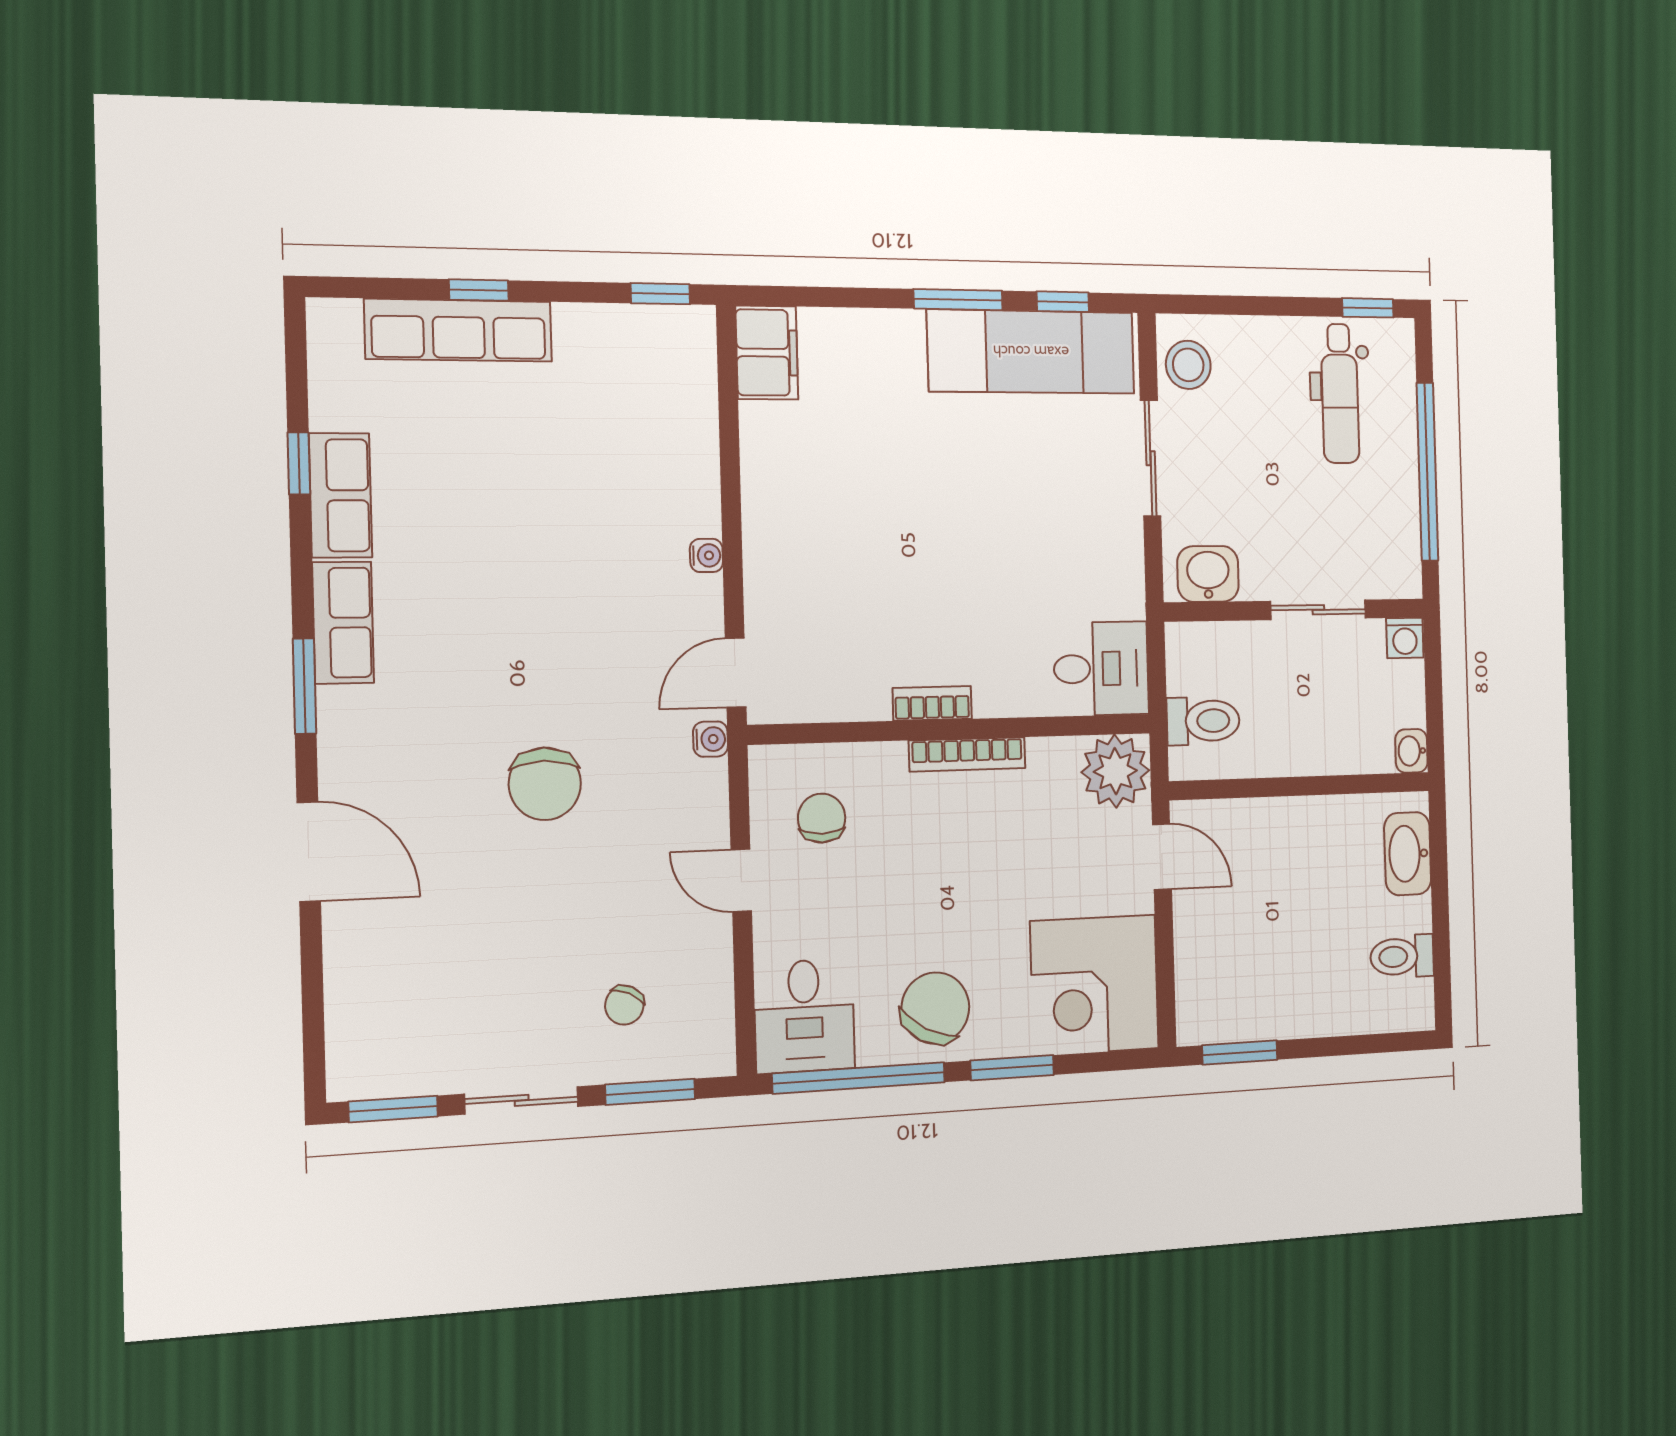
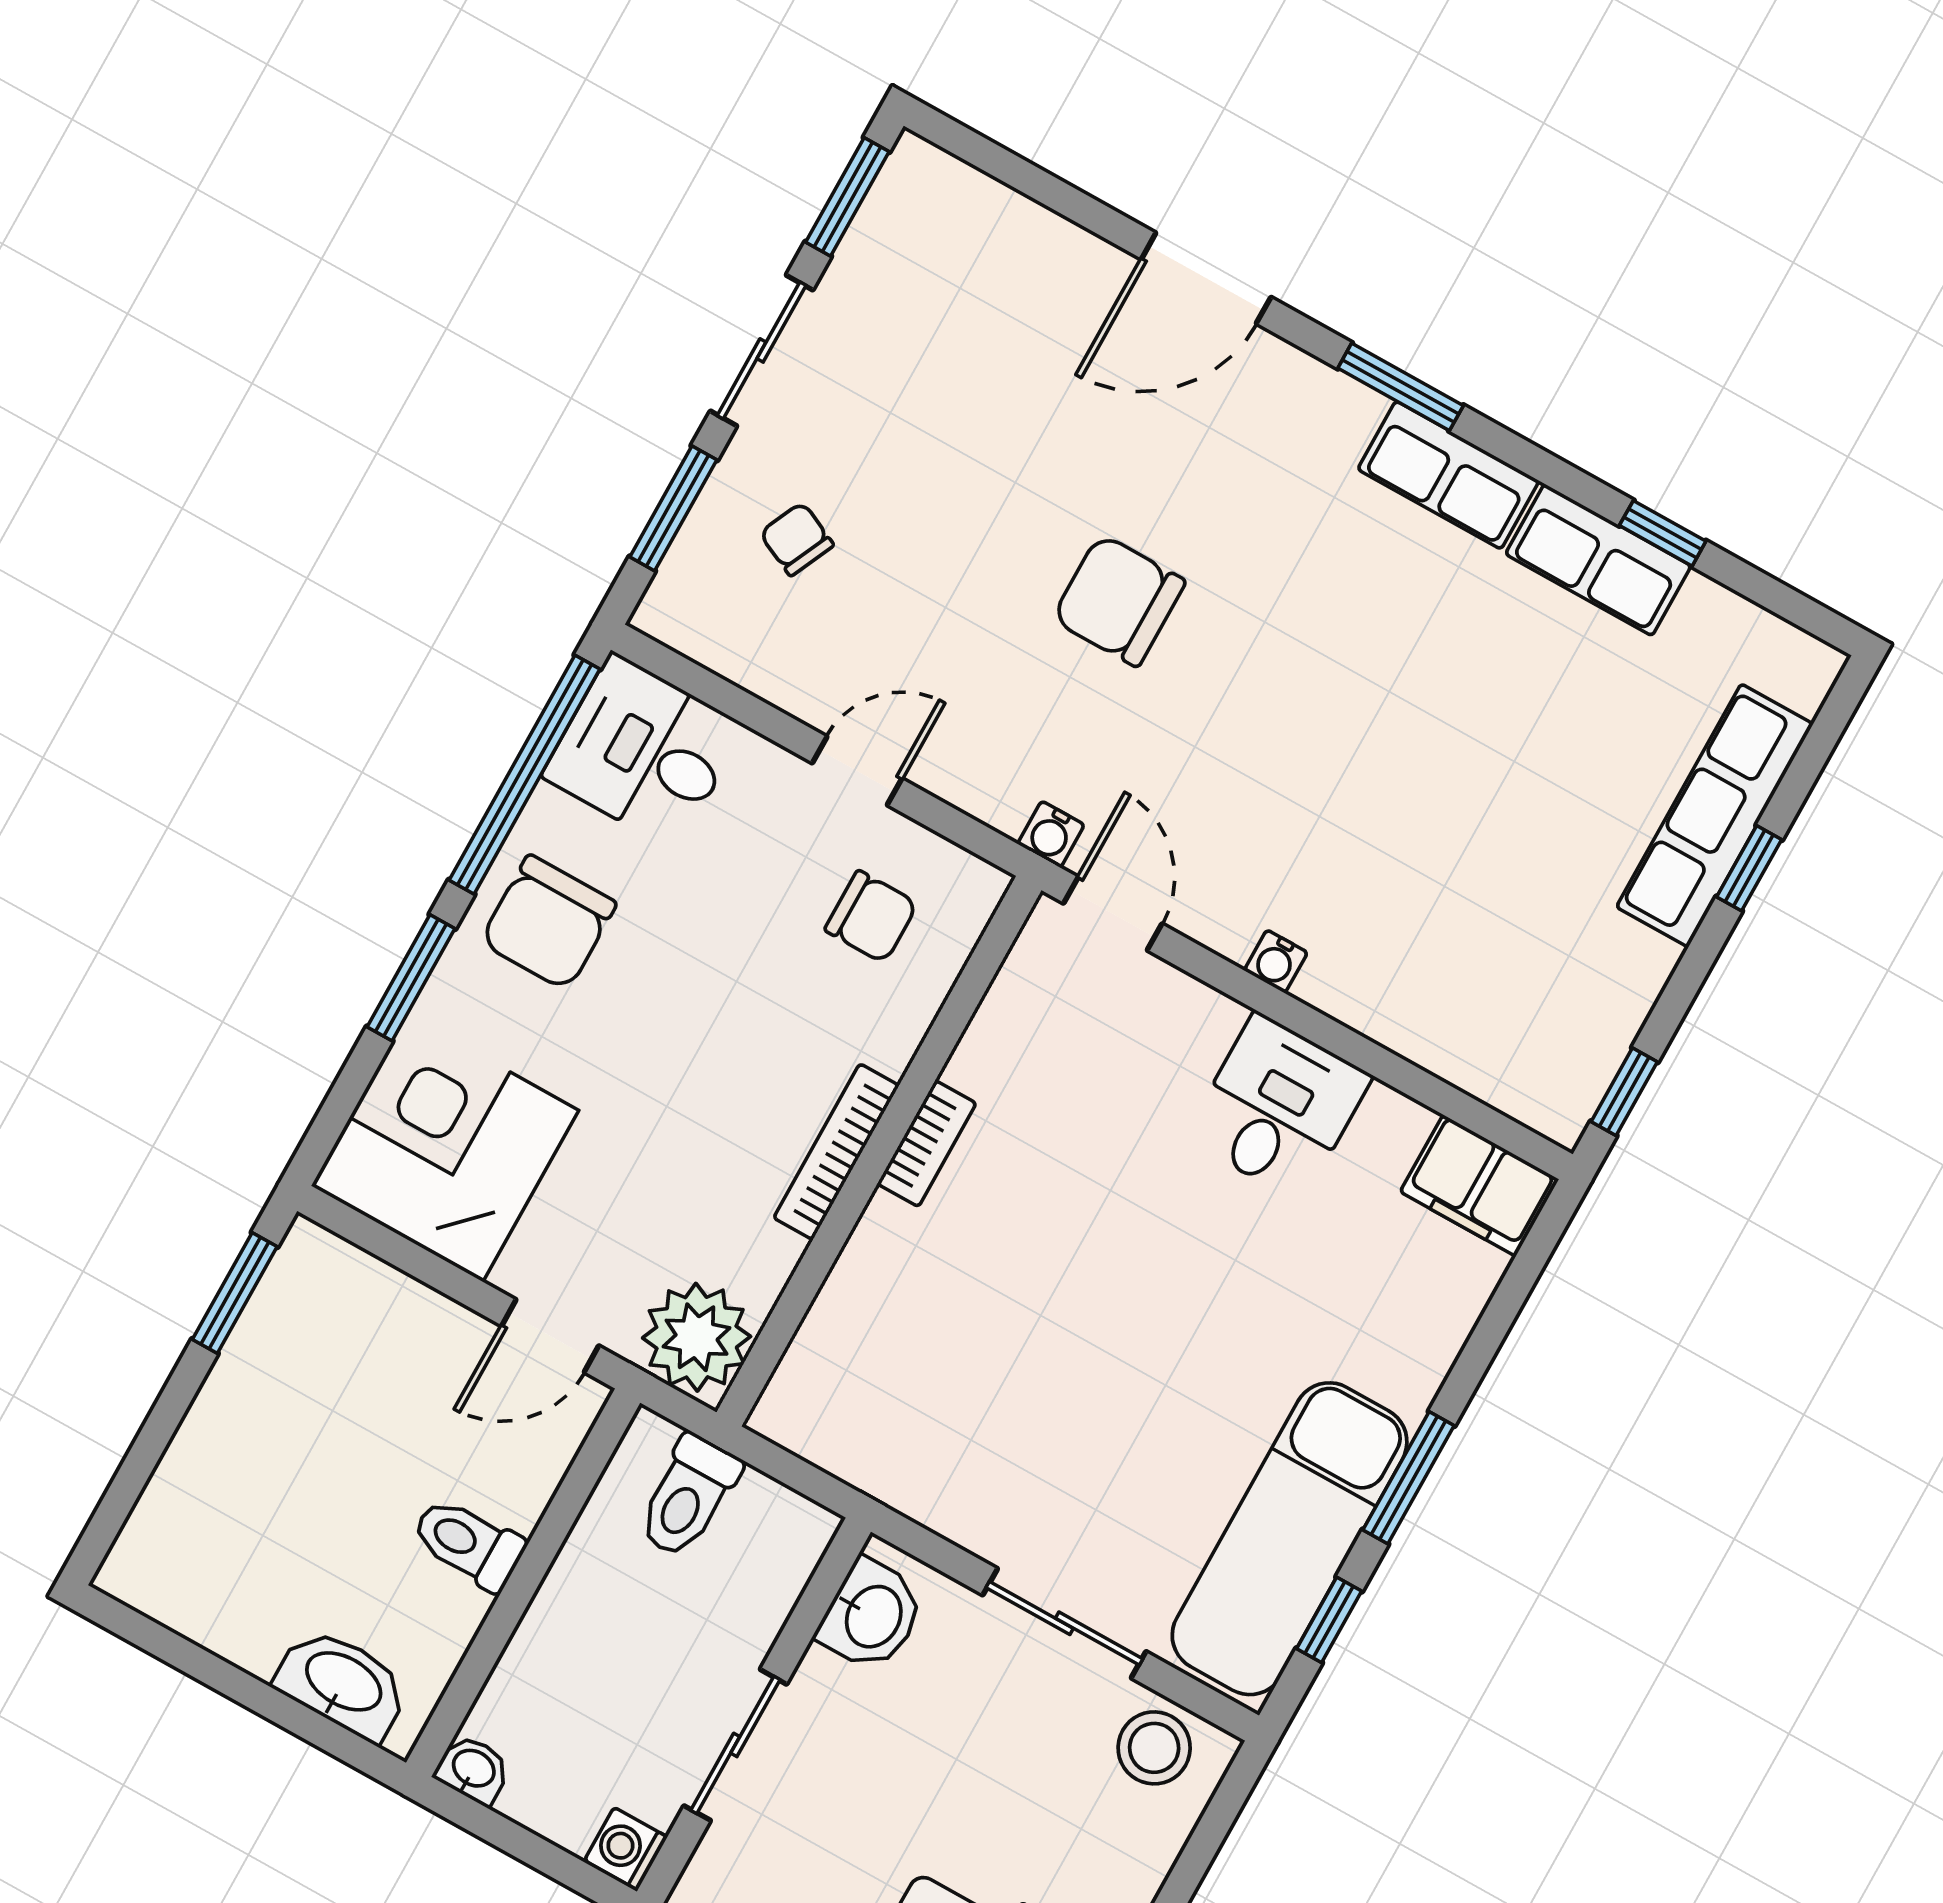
desk: (1101, 669) -> (1278, 1107), moved, turned 180
toilet: (1402, 956) -> (468, 1543), moved, turned -90
chair: (935, 1008) -> (548, 923), turned 62

